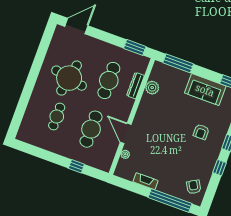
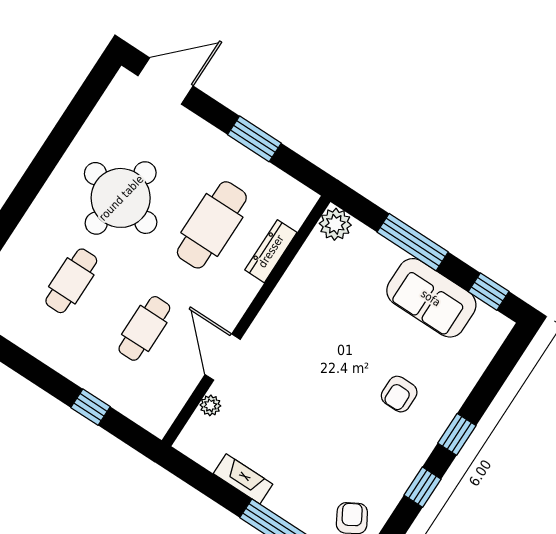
window: (135, 47) -> (254, 139), moved
window: (178, 63) -> (413, 242), moved
plant: (152, 88) -> (335, 224), moved
cafe table: (91, 129) -> (144, 328), width x0.73, depth x0.74

